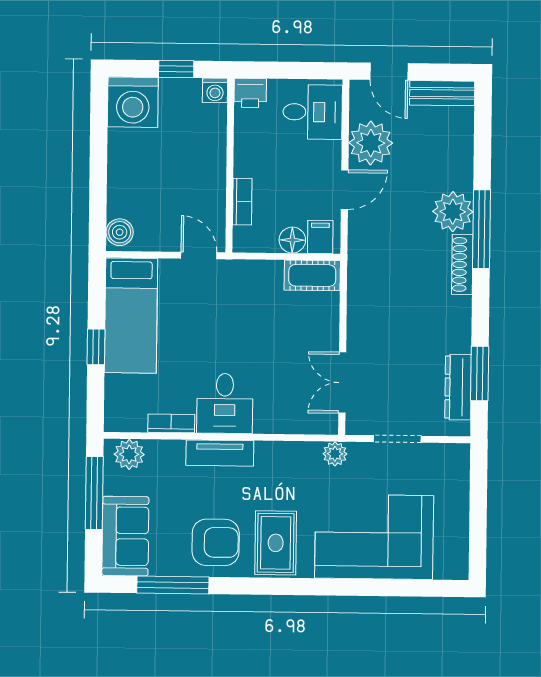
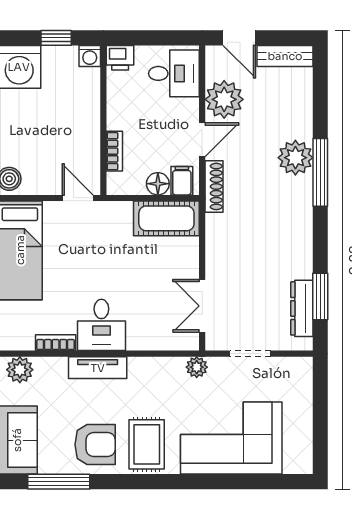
shoe rack: (462, 264) -> (214, 186), moved, turned 180
cot: (312, 275) -> (166, 218), width x1.37, depth x1.34

